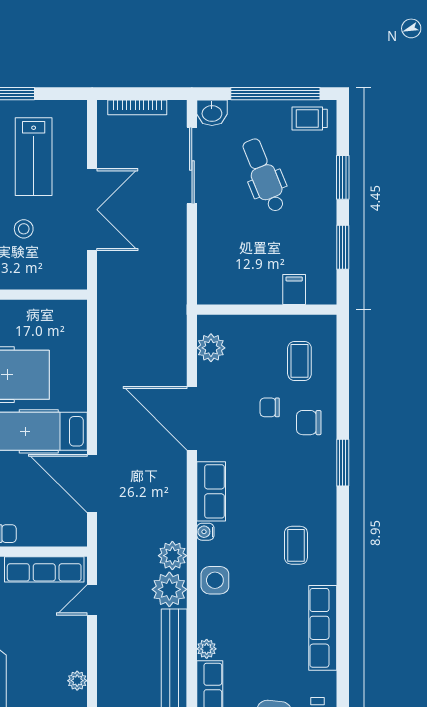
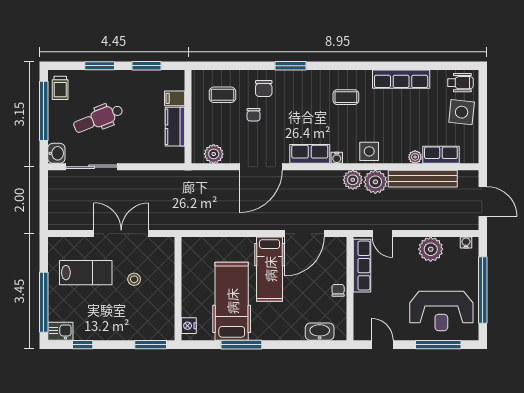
bookcase: (137, 107) -> (53, 203), removed
kitchen counter: (252, 290) -> (175, 127), added
plant: (77, 681) -> (431, 249), width x1.87, depth x1.87

